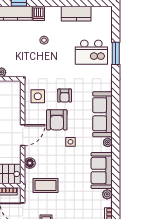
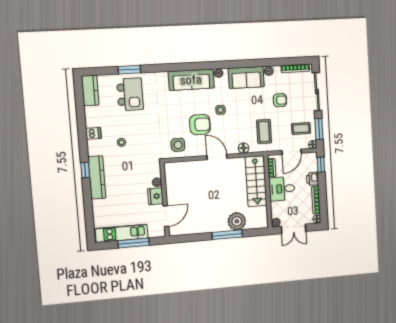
dishwasher: (39, 13) -> (93, 133), moved
kitchen counter: (76, 14) -> (90, 90), moved
armchair: (65, 96) -> (280, 100), moved

